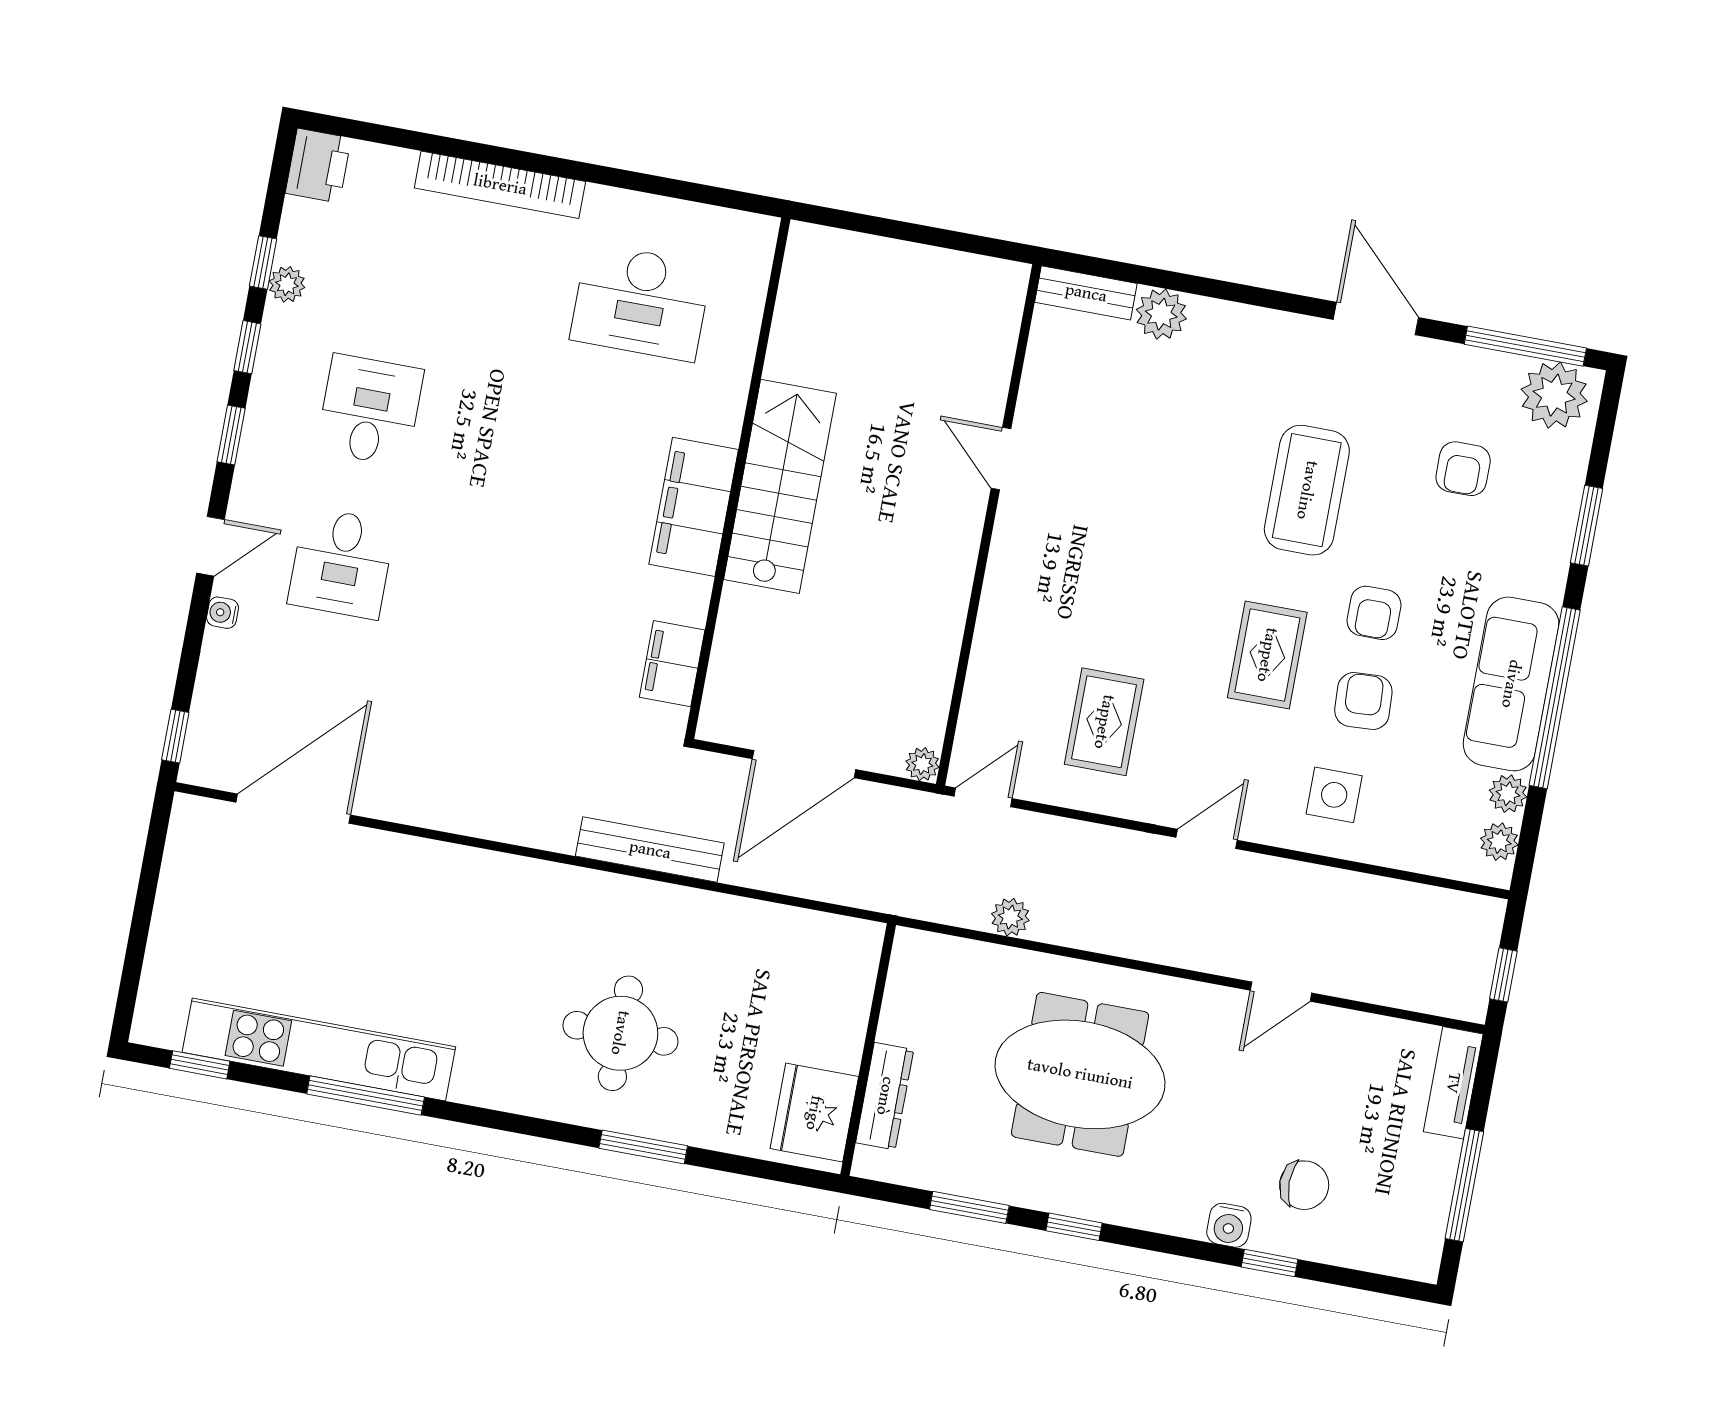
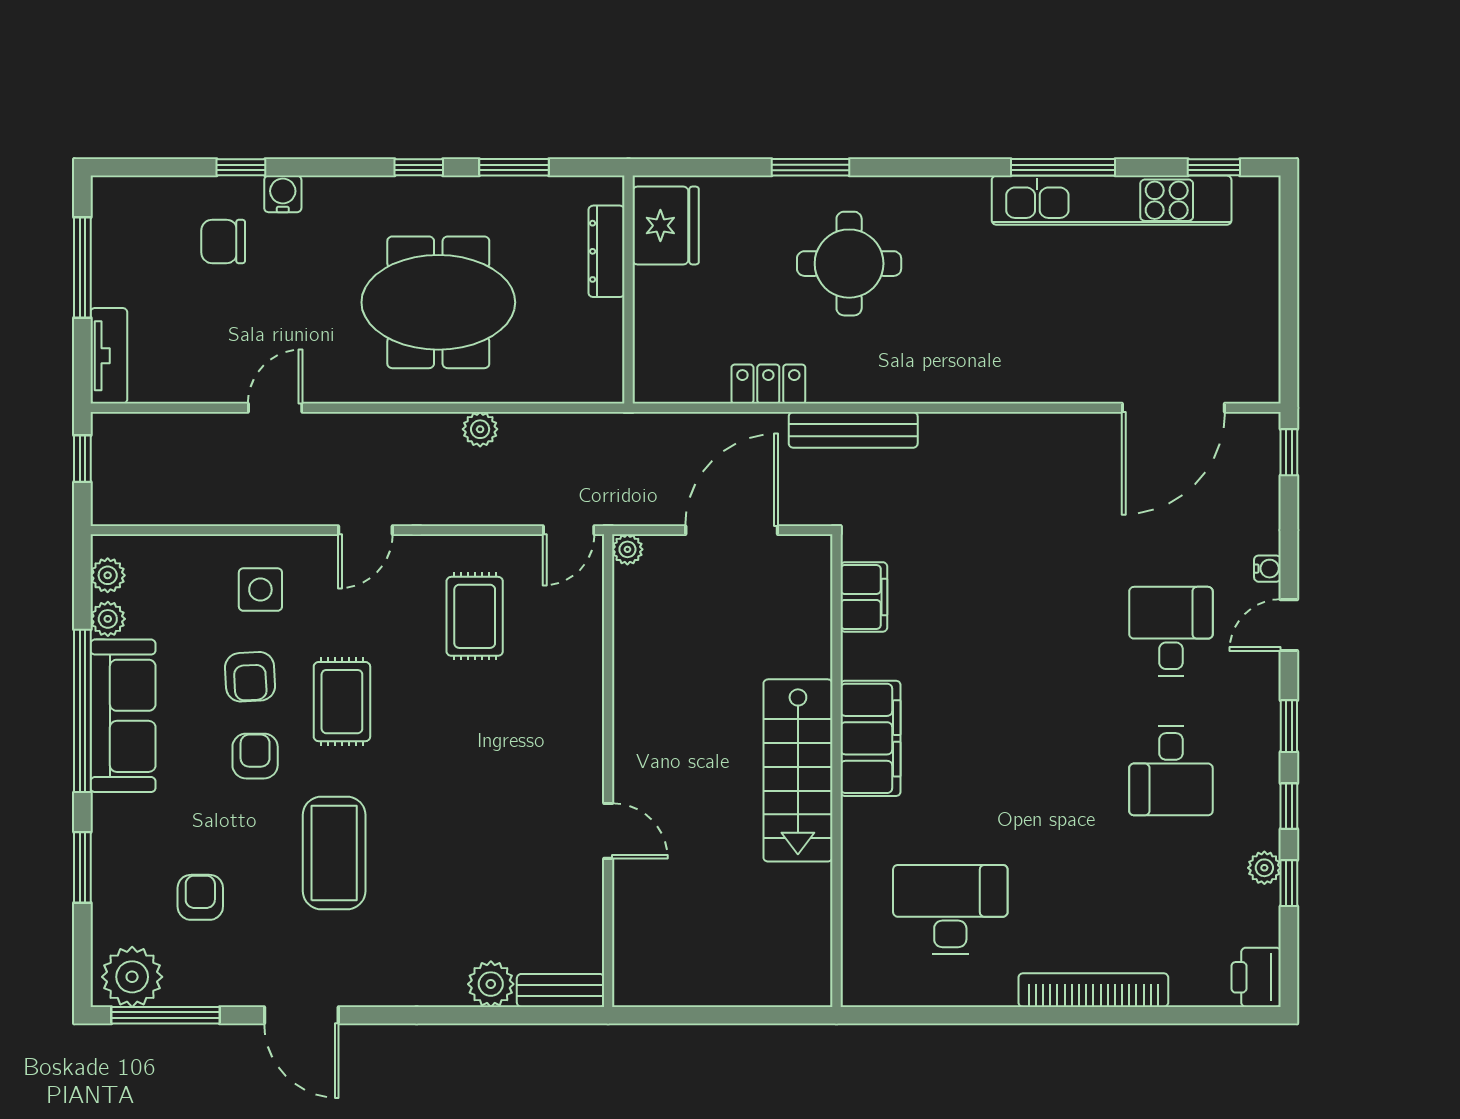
locker: (734, 917) -> (768, 384), added
plant: (1010, 917) -> (480, 429), moved

